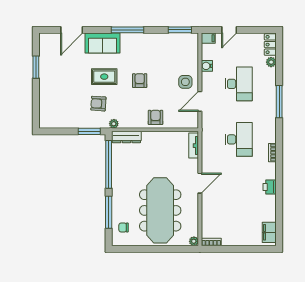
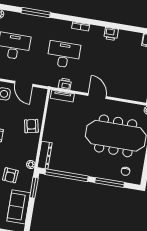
armchair: (156, 117) -> (31, 126), turned 78
sofa: (66, 118) -> (19, 207), added
printer: (207, 146) -> (65, 84), added

